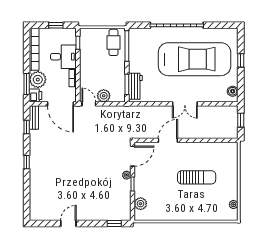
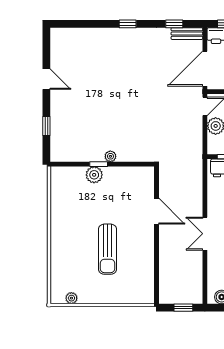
door: (133, 156) -> (136, 164), removed
plant: (141, 204) -> (94, 175), moved
window: (114, 223) -> (46, 126), moved

